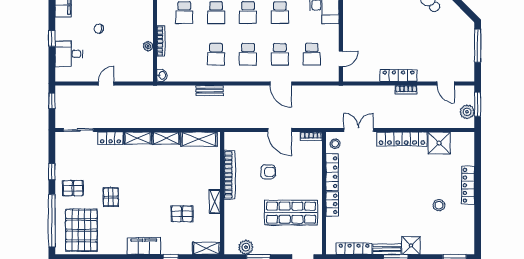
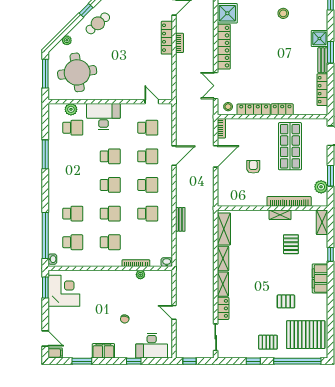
desk: (69, 54) -> (152, 346), width x1.37
locker: (399, 76) -> (167, 38), moved
bookcase: (230, 175) -> (289, 201), moved
pallet: (73, 188) -> (268, 342), turned 90
pallet: (111, 197) -> (286, 301), moved

